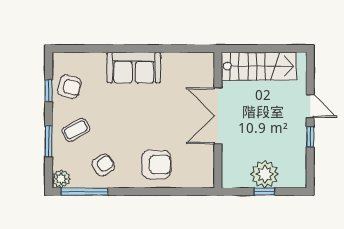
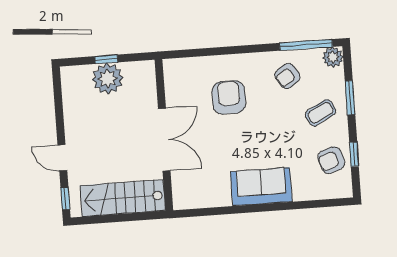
armchair: (69, 87) -> (331, 160), turned -34
window: (310, 137) -> (65, 199), moved
armchair: (156, 165) -> (229, 97), moved, turned 90

